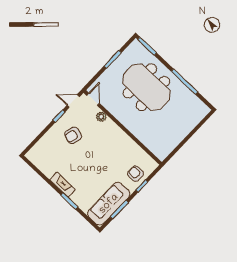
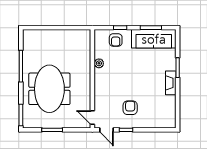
door: (93, 99) -> (92, 118), hinge flipped
plant: (101, 117) -> (99, 63), moved
armchair: (73, 135) -> (130, 108), turned -107

